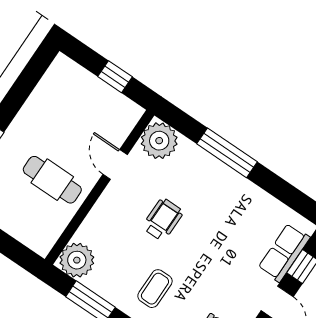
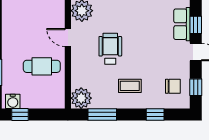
wheelchair: (163, 219) -> (110, 49), width x1.36, depth x1.37
coffee table: (155, 289) -> (130, 86), turned 90

